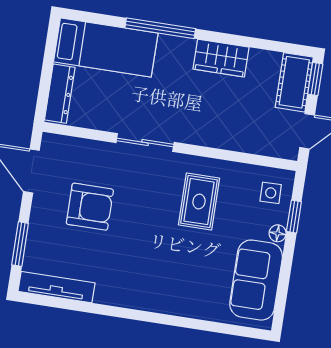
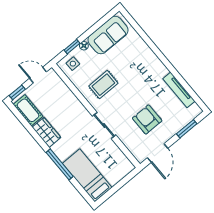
cot: (294, 82) -> (28, 110), moved, turned 90
dresser: (60, 94) -> (121, 173), removed
tv unit: (56, 287) -> (179, 90), moved

